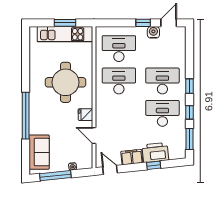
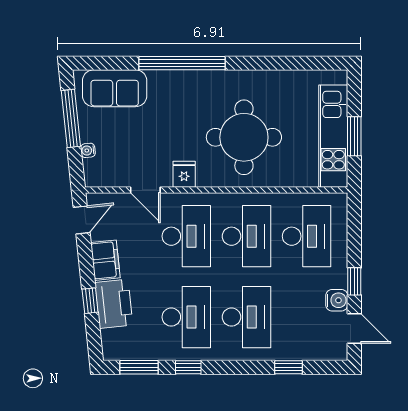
window: (190, 86) -> (288, 367), moved
desk: (119, 113) -> (186, 236), added
door: (94, 135) -> (145, 190), swing flipped

